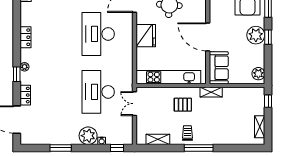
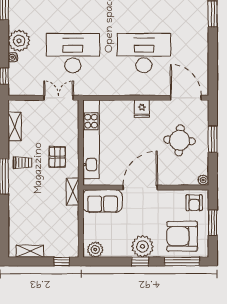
fridge: (146, 36) -> (142, 109), width x0.53, depth x0.75

